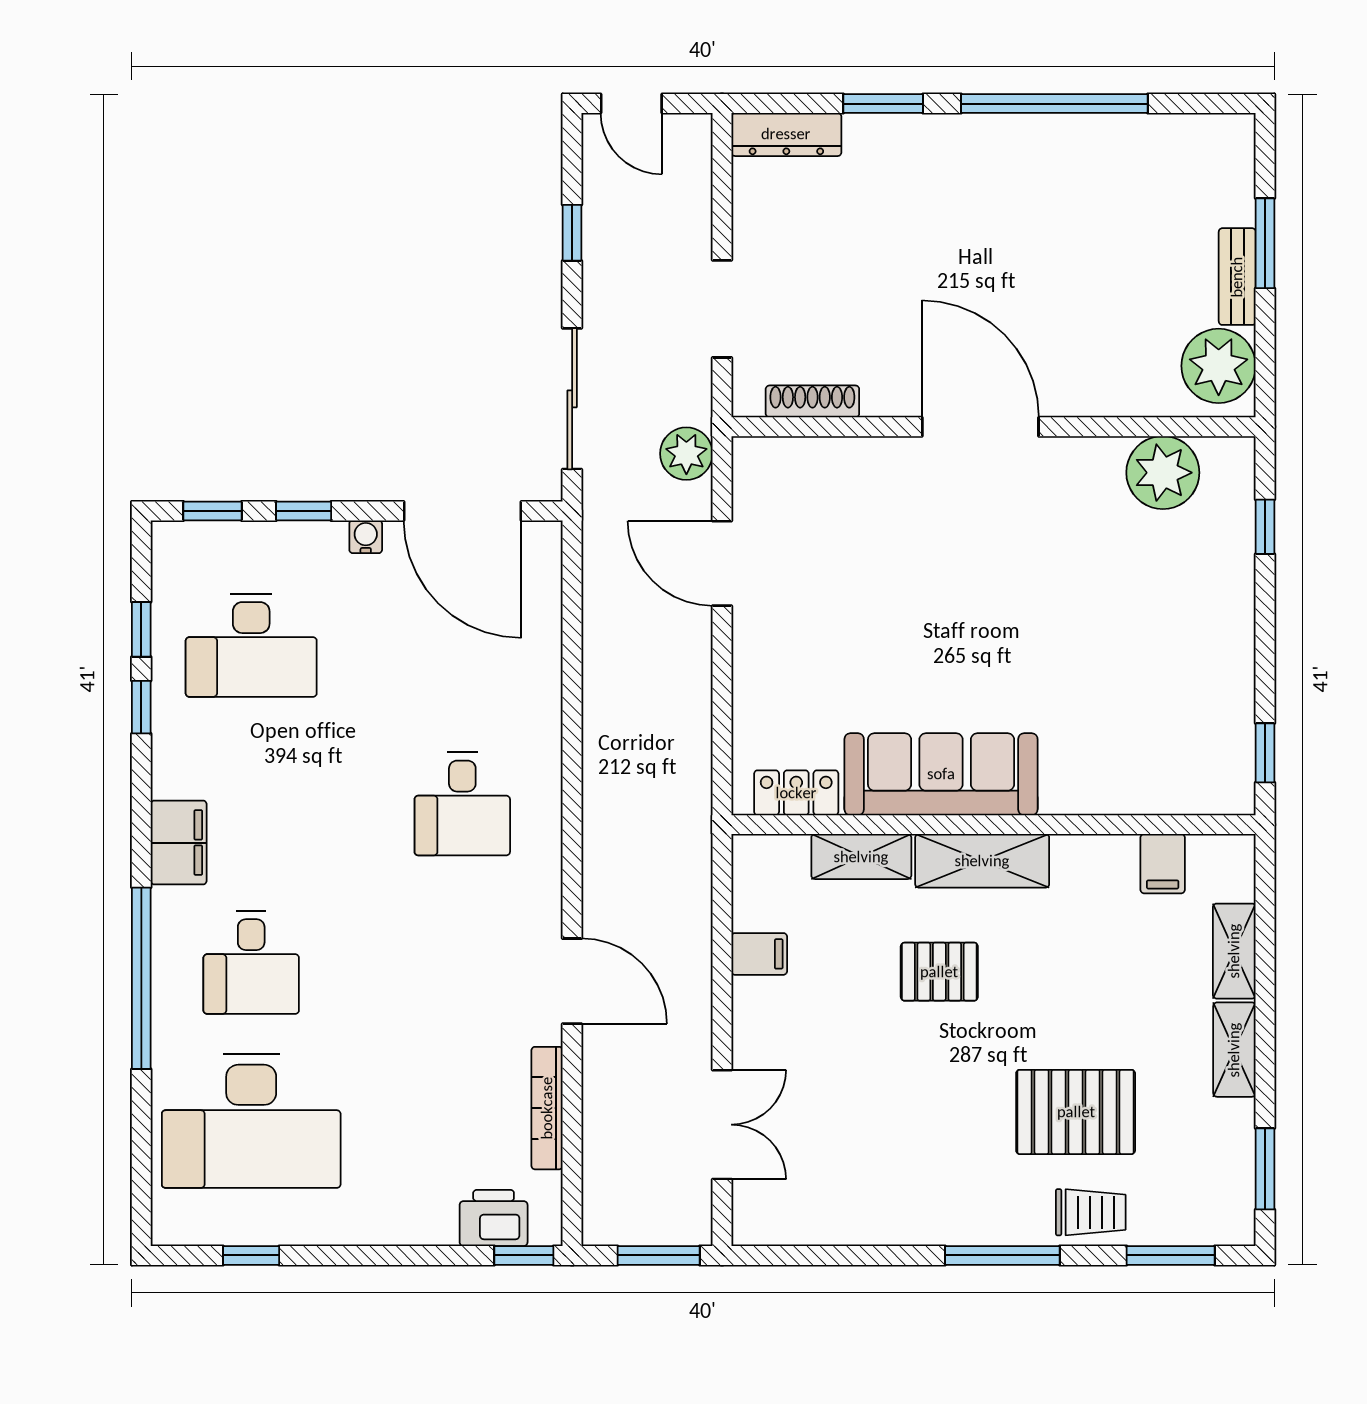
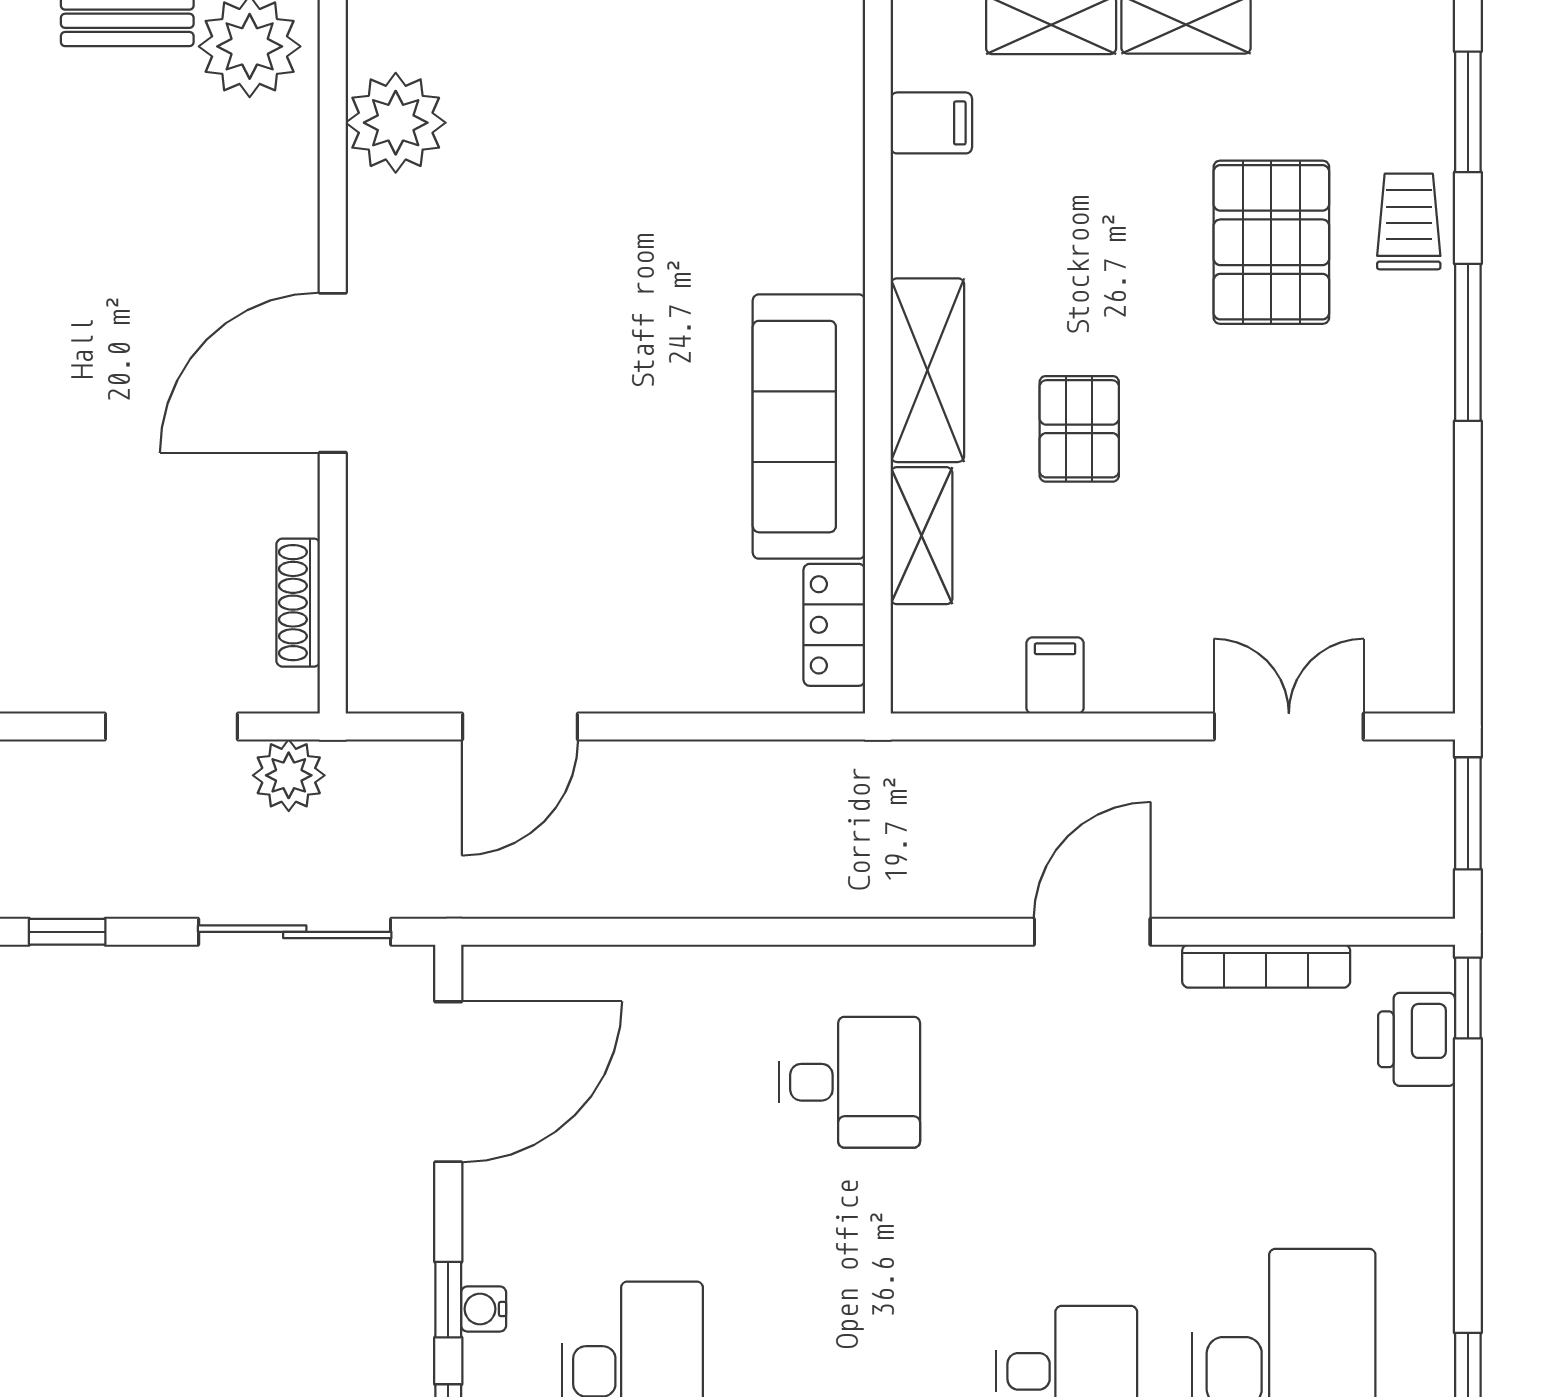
plant: (686, 454) -> (289, 775), moved
water cooler: (366, 537) -> (484, 1309), moved

